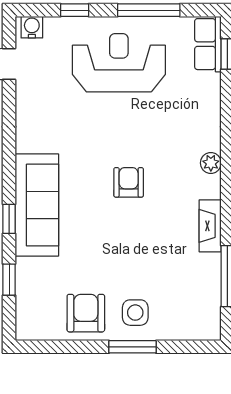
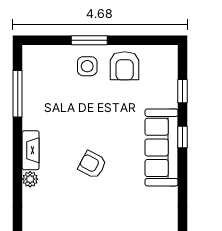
armchair: (129, 182) -> (92, 165), turned 118
fireplace: (210, 226) -> (31, 150), moved

